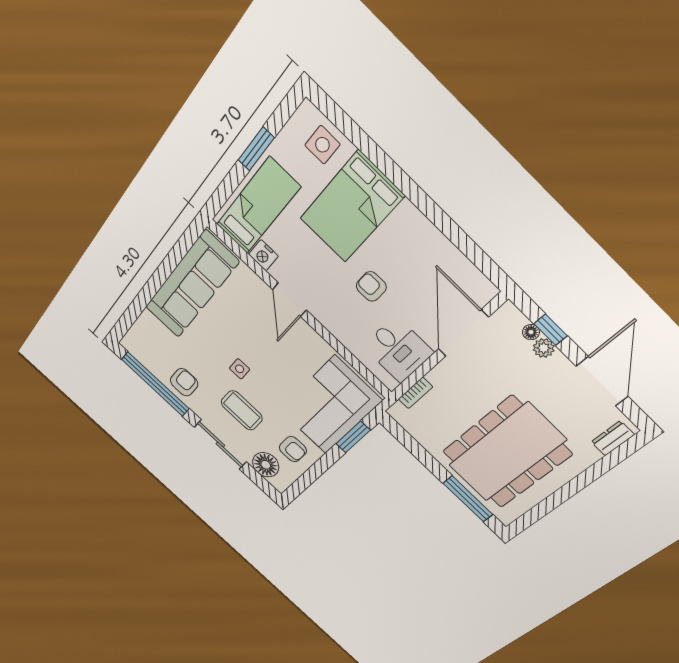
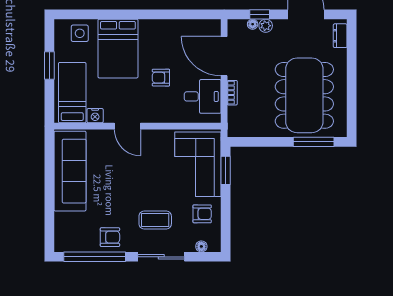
side table: (240, 369) -> (134, 195), removed
armchair: (184, 382) -> (110, 237), turned 90
bookcase: (415, 393) -> (232, 93), moved
floor lamp: (266, 465) -> (201, 246), width x0.53, depth x0.53

